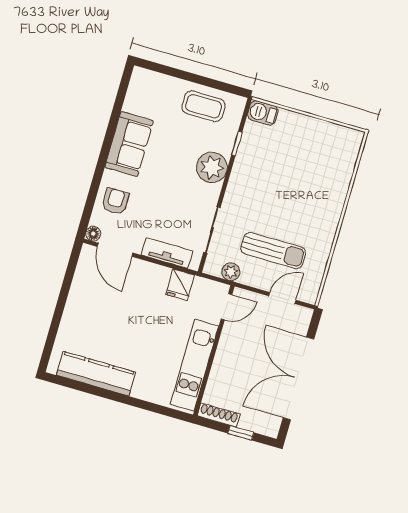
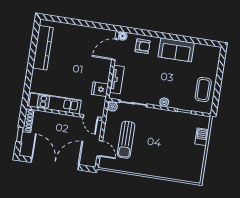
barbecue: (263, 113) -> (202, 137), moved
plant: (212, 167) -> (164, 102), width x0.53, depth x0.53
plant: (231, 272) -> (112, 106), moved

